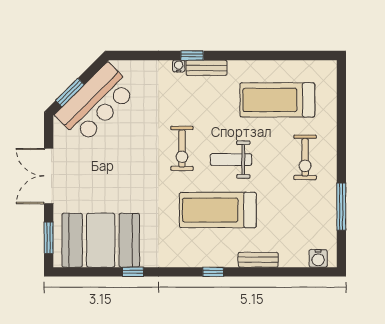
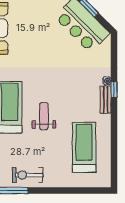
exercise bike: (182, 148) -> (51, 83), removed
exercise bike: (305, 157) -> (28, 175), moved

